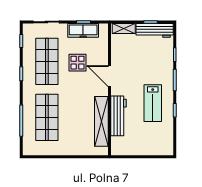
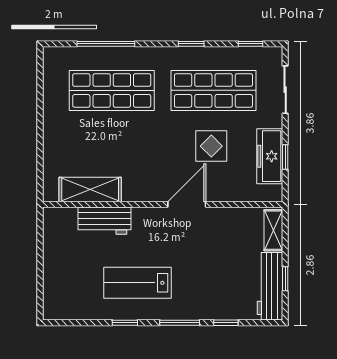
workbench: (119, 116) -> (105, 221), width x0.73
shelving: (101, 121) -> (90, 189), width x0.68

